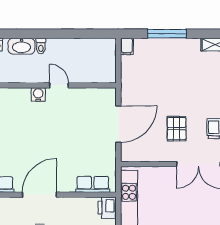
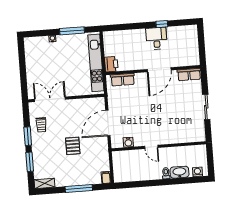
water cooler: (38, 94) -> (128, 142), moved
pallet: (177, 129) -> (73, 146), moved

